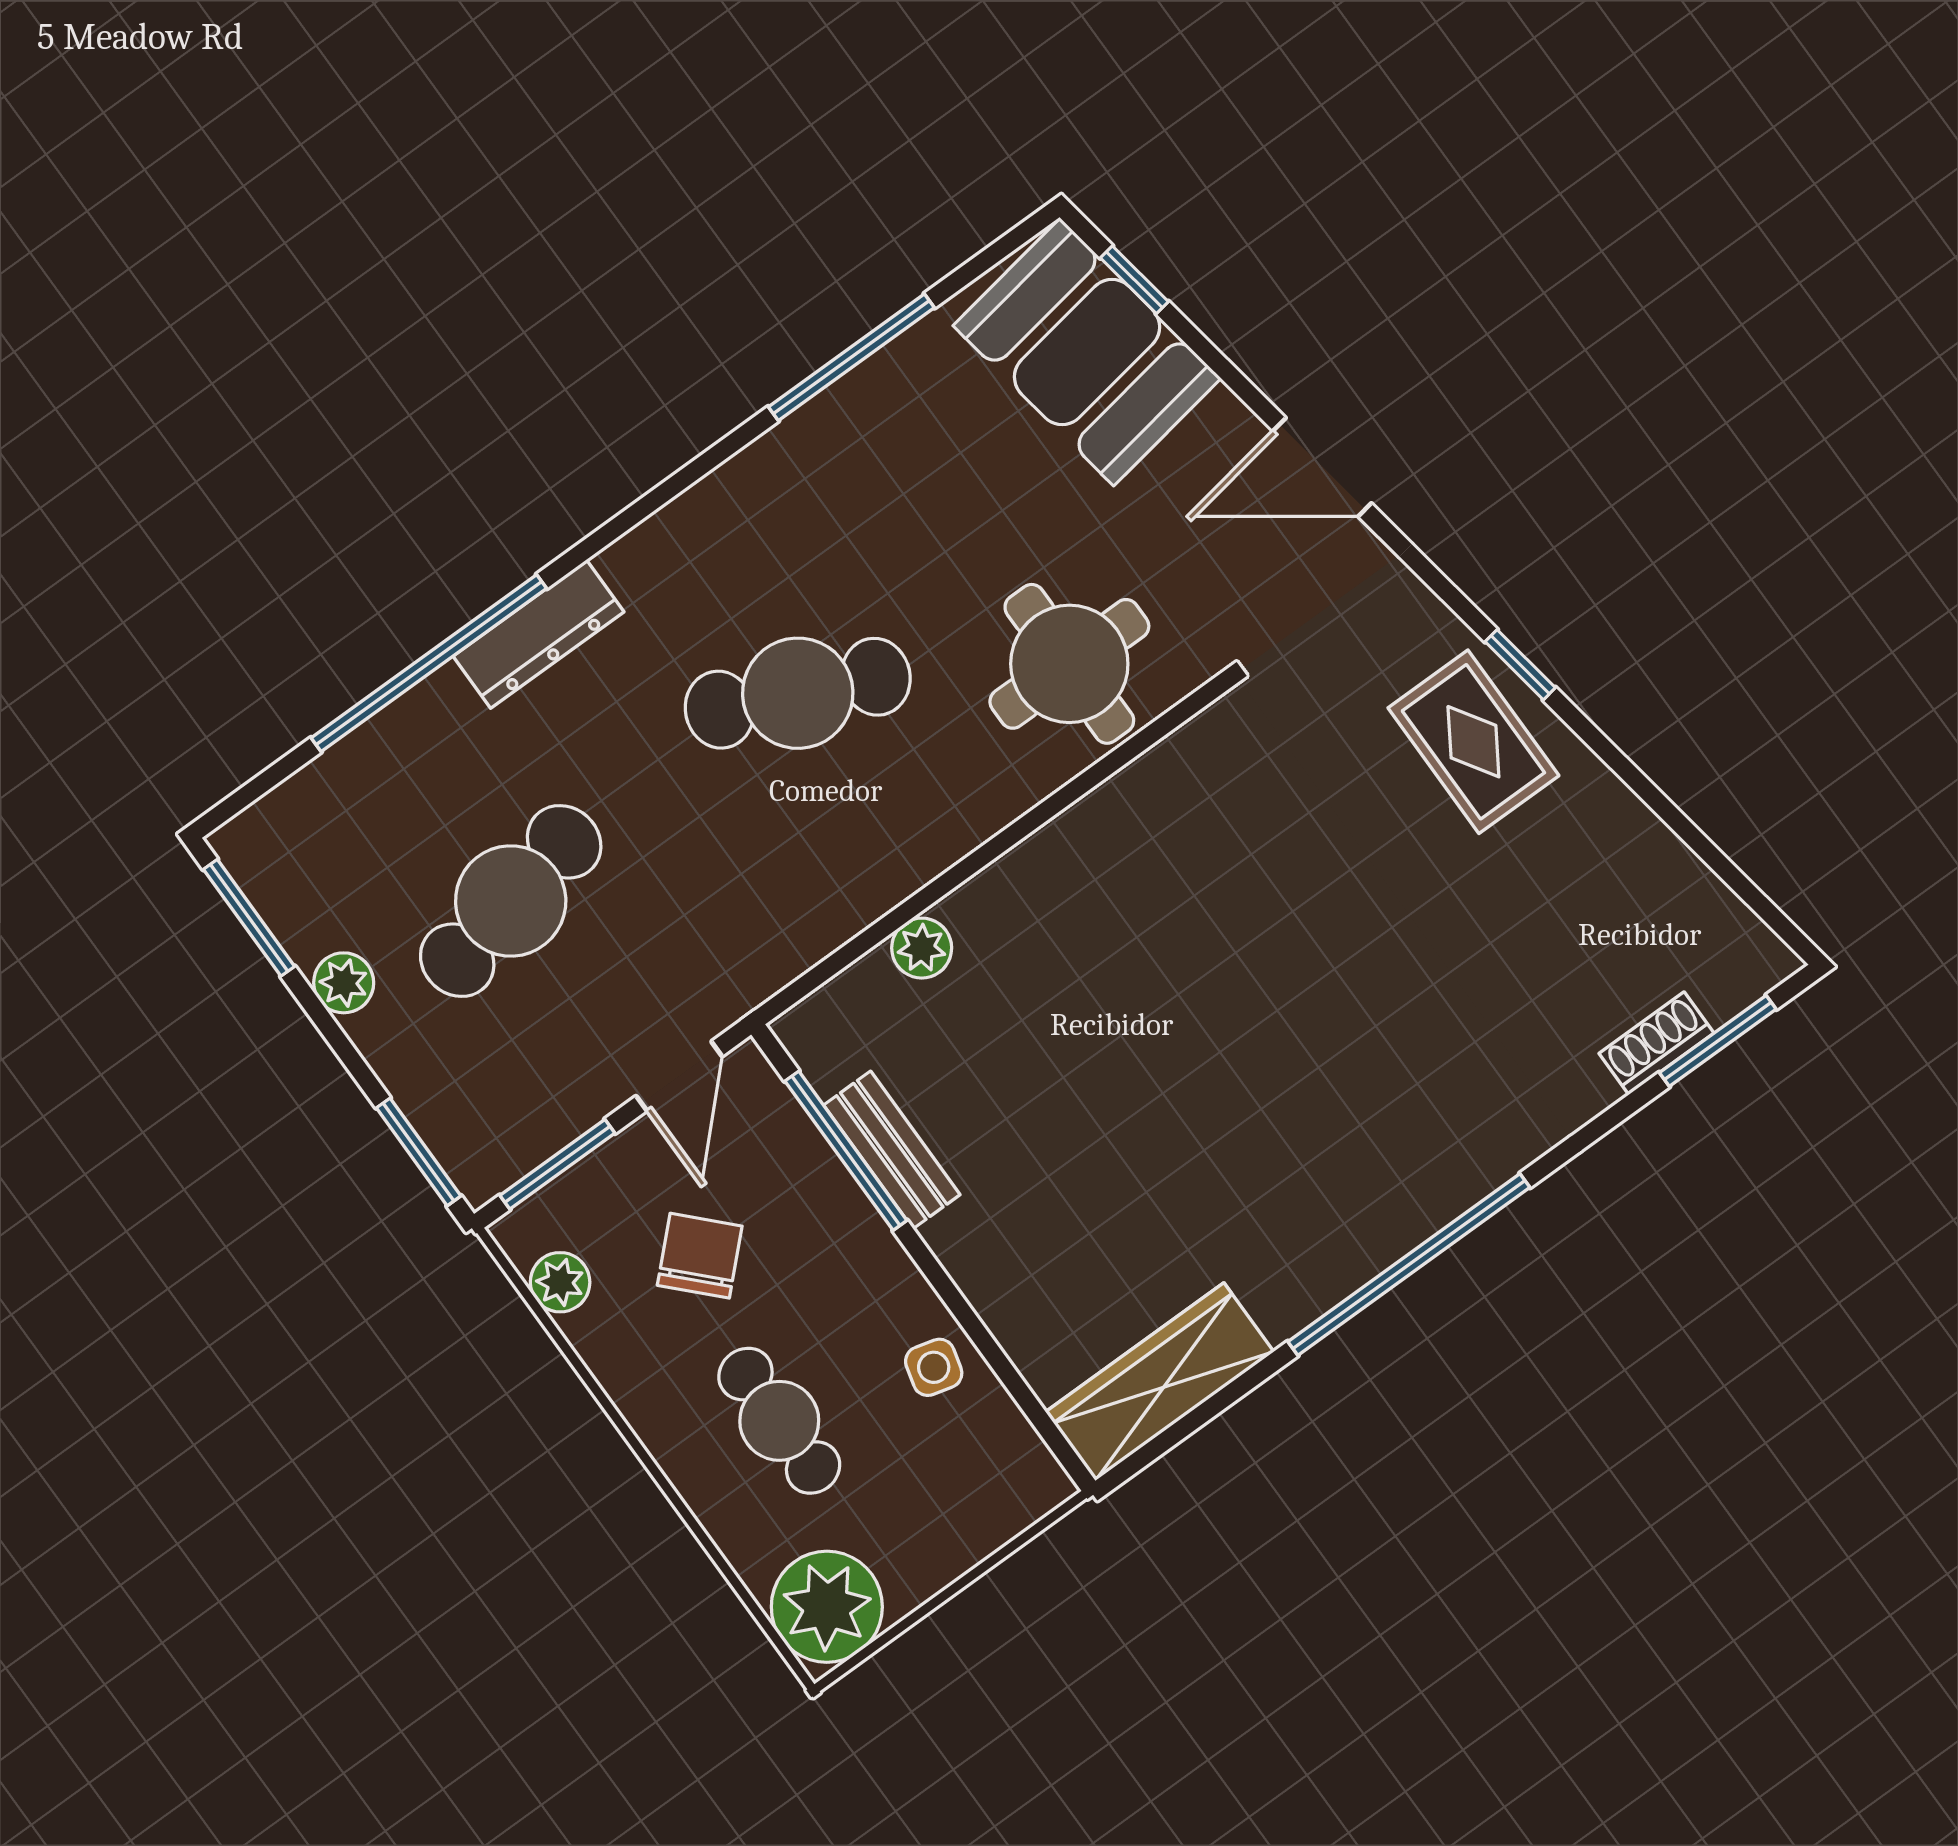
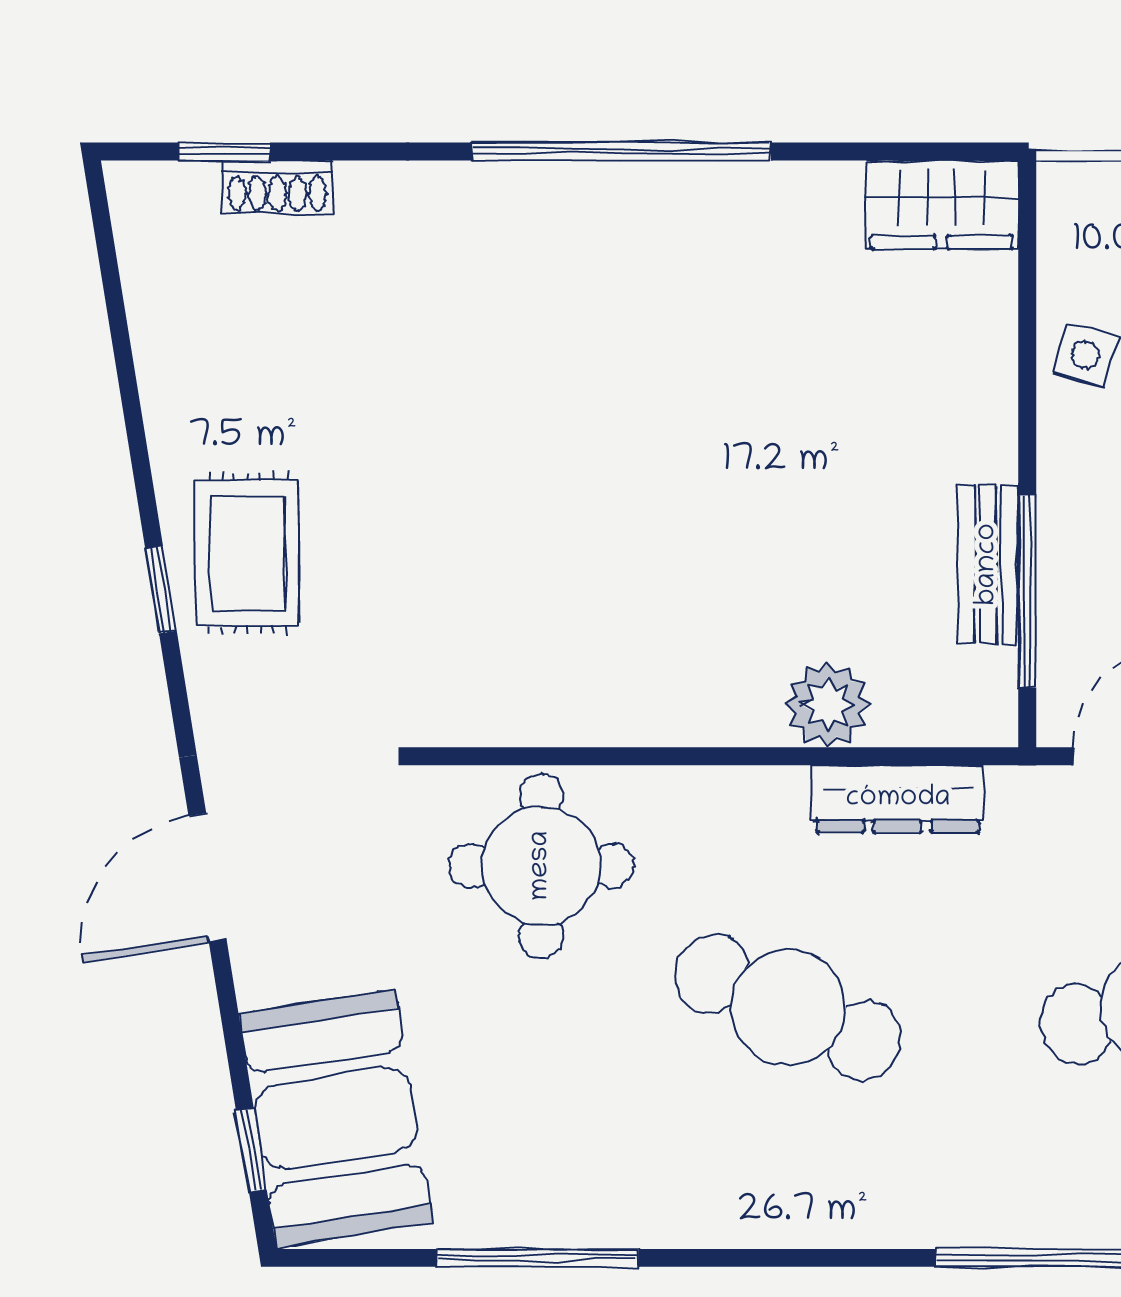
door: (1322, 467) -> (207, 877), swing flipped
dresser: (538, 634) -> (898, 799), moved, turned 180
plant: (922, 948) -> (828, 705), width x1.38, depth x1.38
window: (1718, 1041) -> (224, 151), width x0.67
wardrobe: (1160, 1382) -> (942, 205), width x0.67

